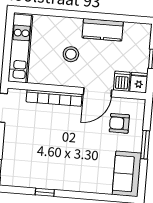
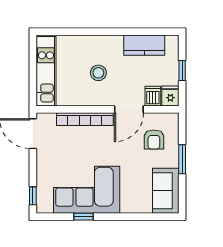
kitchen counter: (103, 30) -> (144, 45), moved
armchair: (119, 123) -> (154, 140), turned -90
corner sofa: (50, 167) -> (87, 190), added

